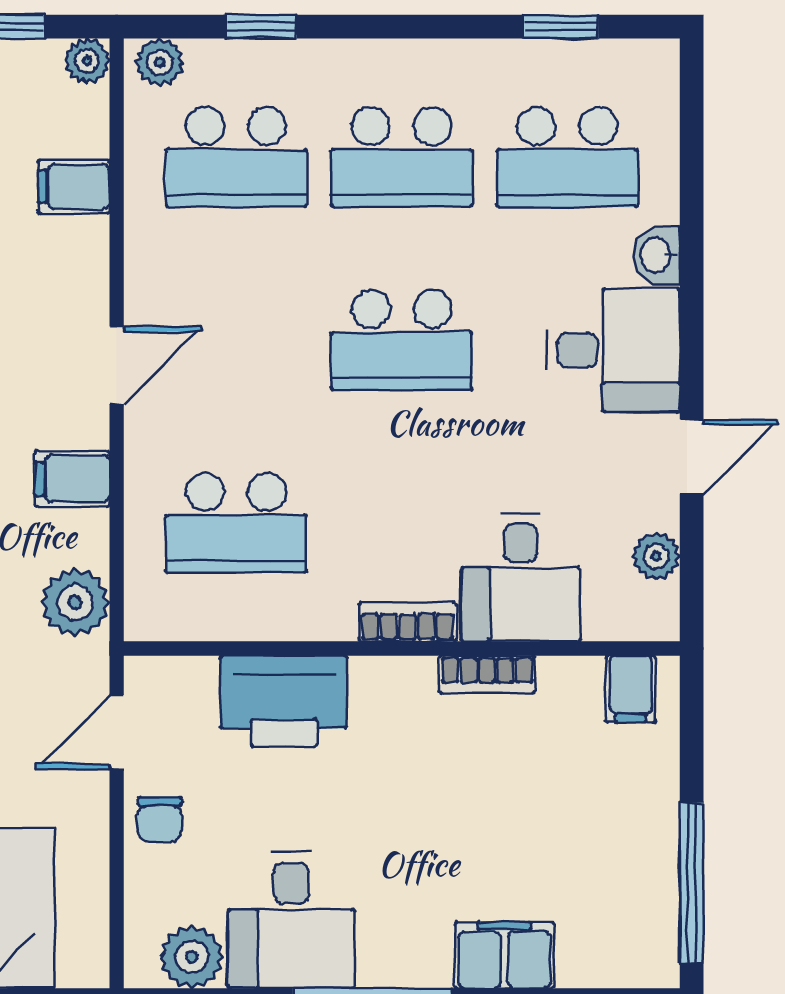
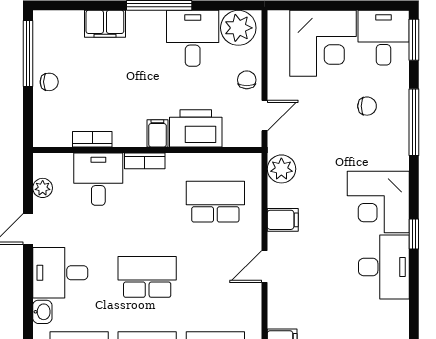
bookcase: (487, 675) -> (92, 139), moved
filing cabinet: (631, 689) -> (157, 133), moved
chair: (640, 814) -> (49, 82), added
plant: (192, 957) -> (238, 28), width x1.36, depth x1.36

